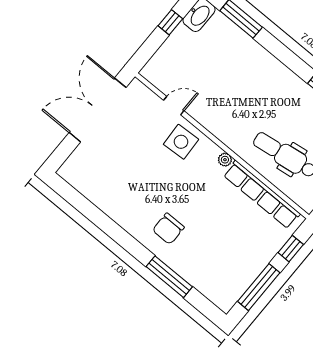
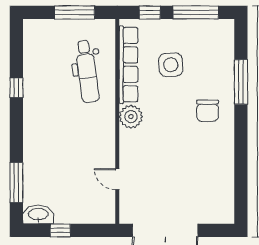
side table: (181, 142) -> (171, 65), moved
plant: (225, 160) -> (131, 117), width x1.88, depth x1.88
chair: (168, 229) -> (208, 111), turned 90

